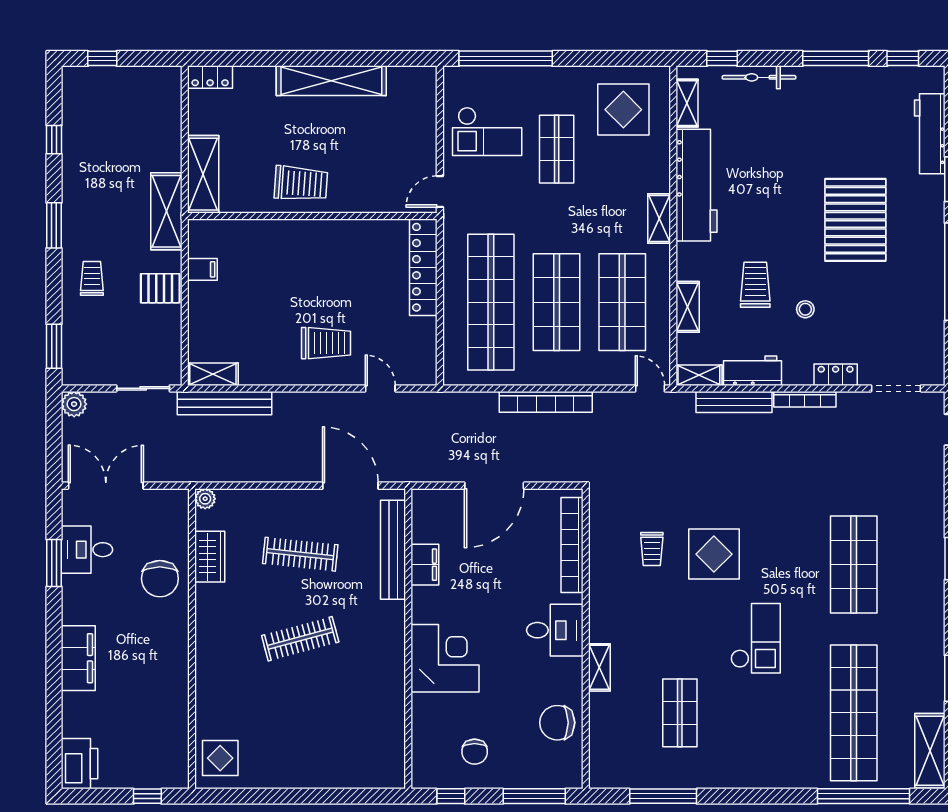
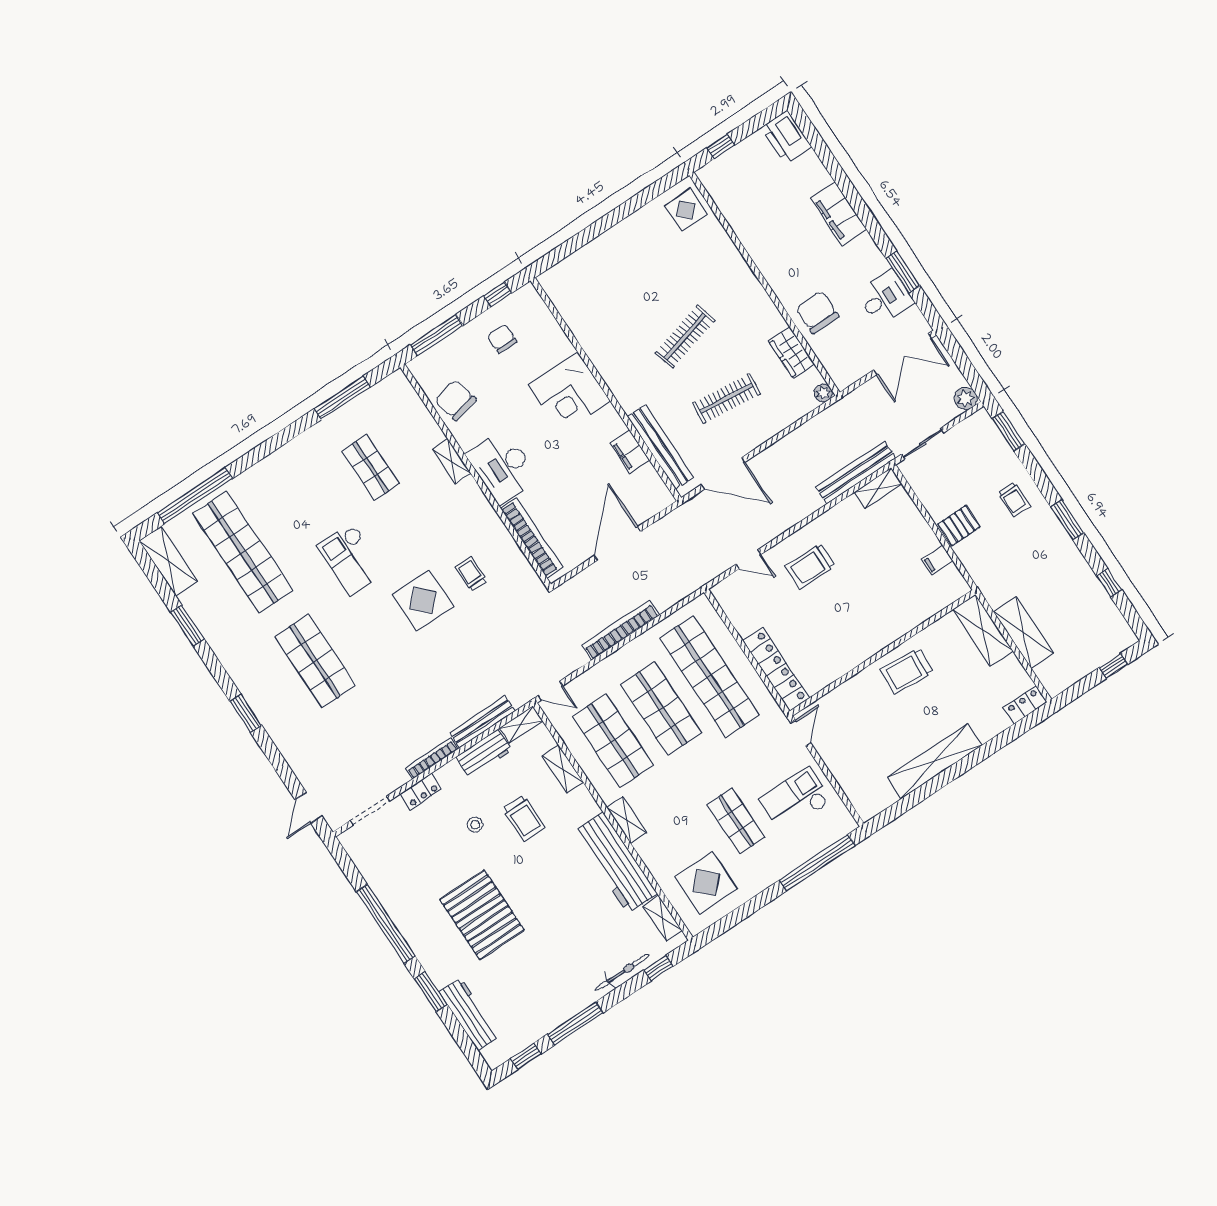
shelving: (166, 211) -> (1024, 633), moved
desk: (555, 630) -> (503, 467), width x1.37
chair: (557, 723) -> (456, 400), turned -103

